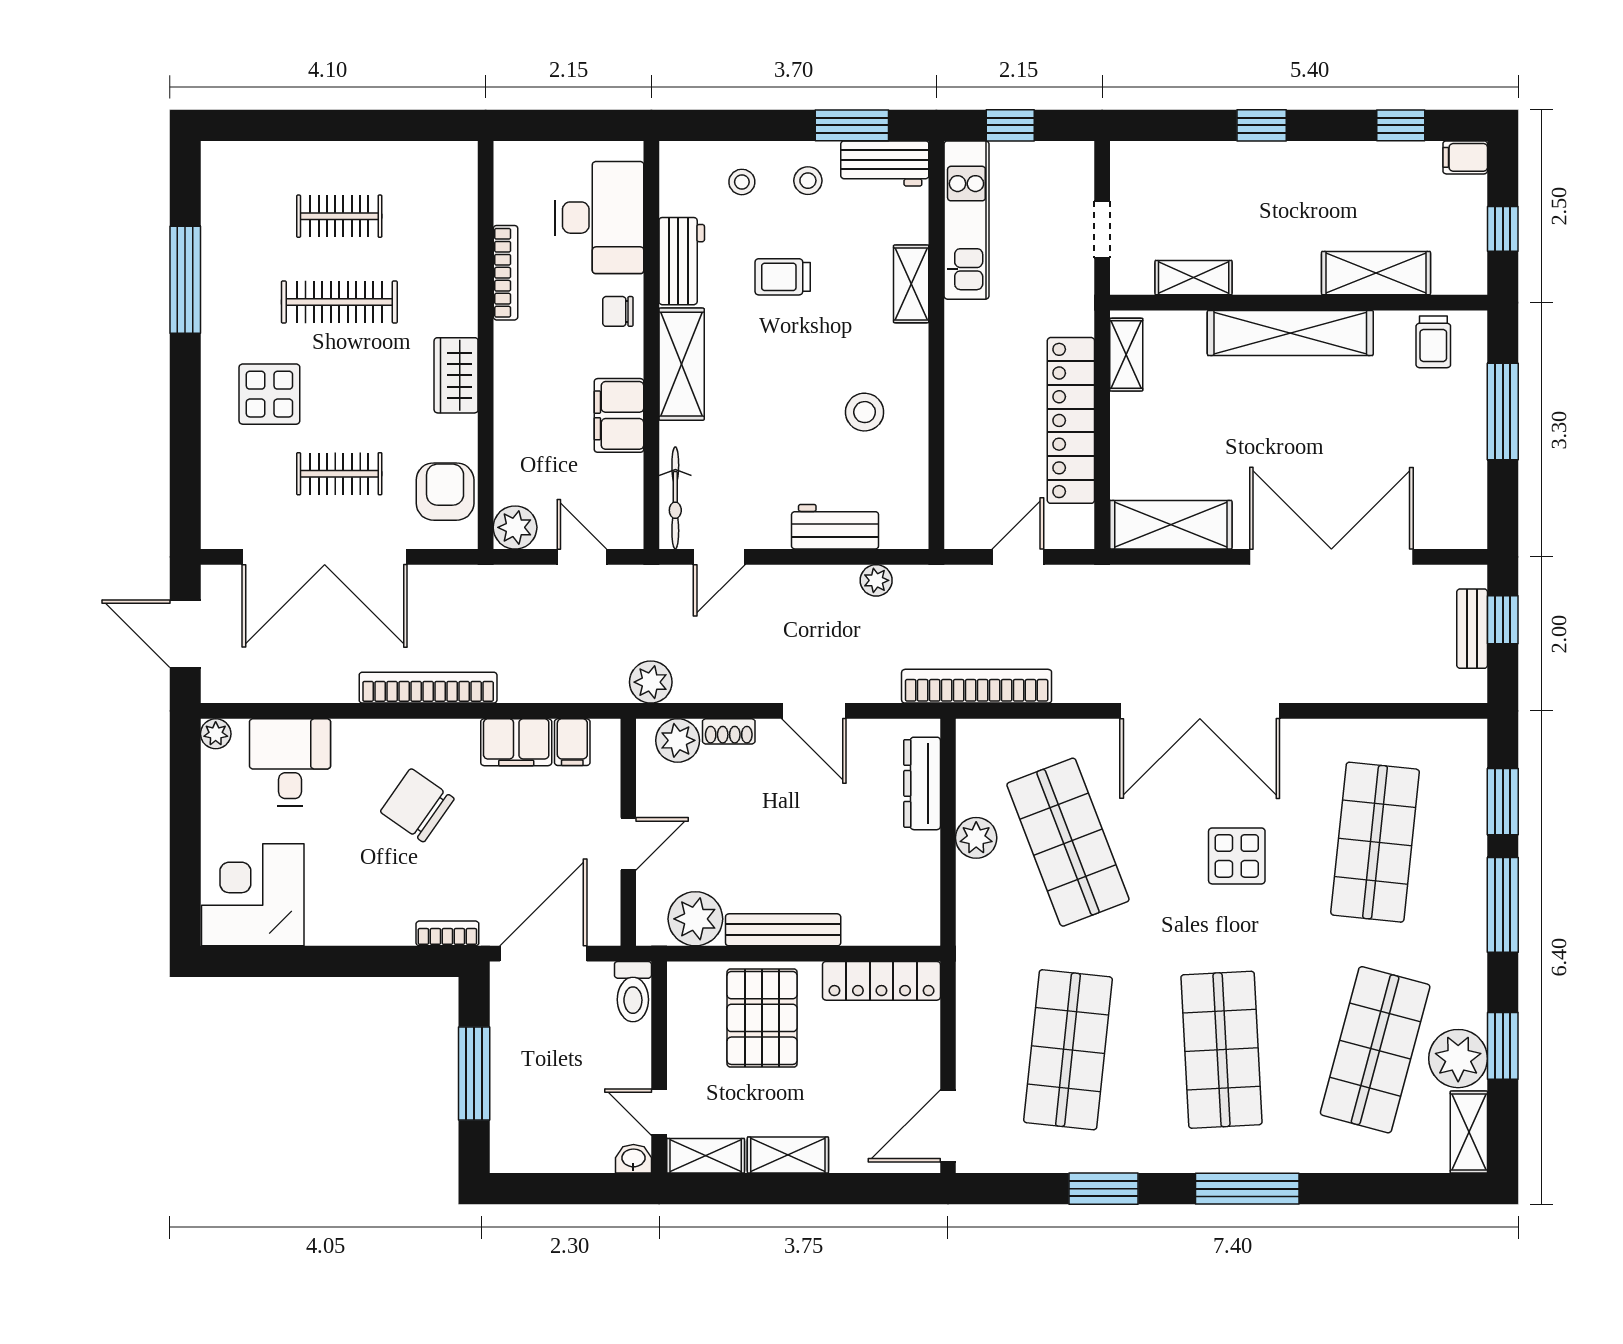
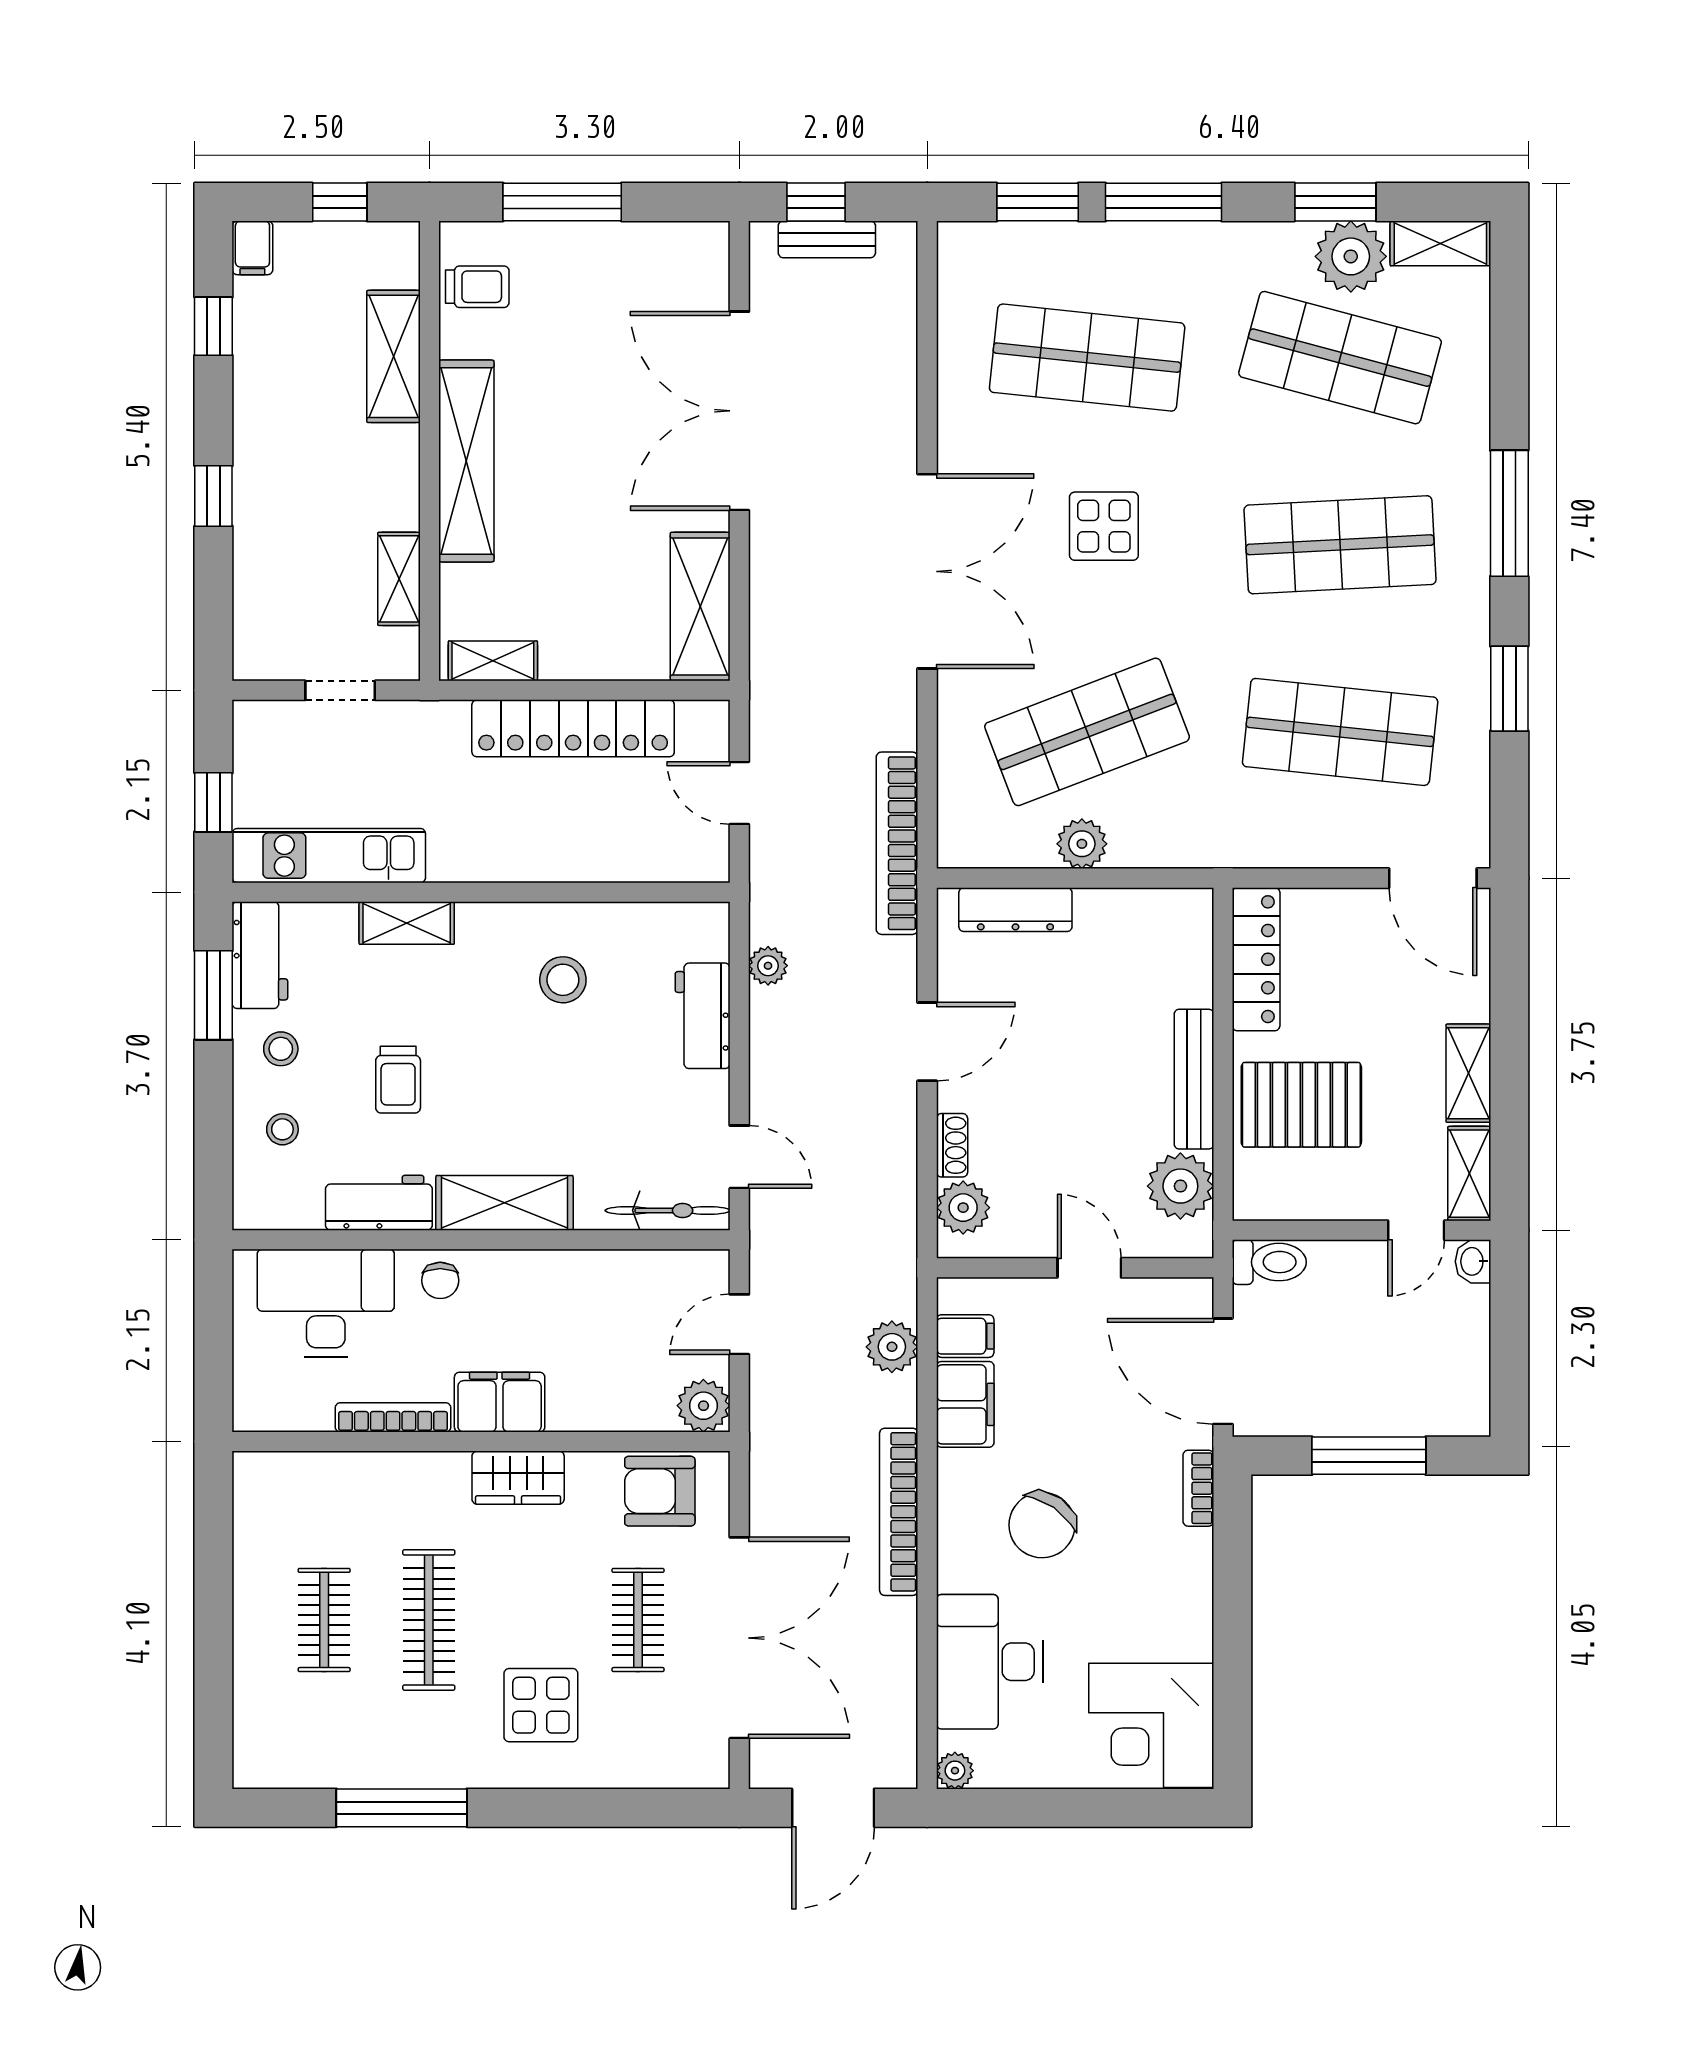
filing cabinet: (619, 415) -> (500, 1402), moved, turned 180
plant: (651, 682) -> (892, 1347), moved
desk: (290, 762) -> (990, 1662), width x1.37

